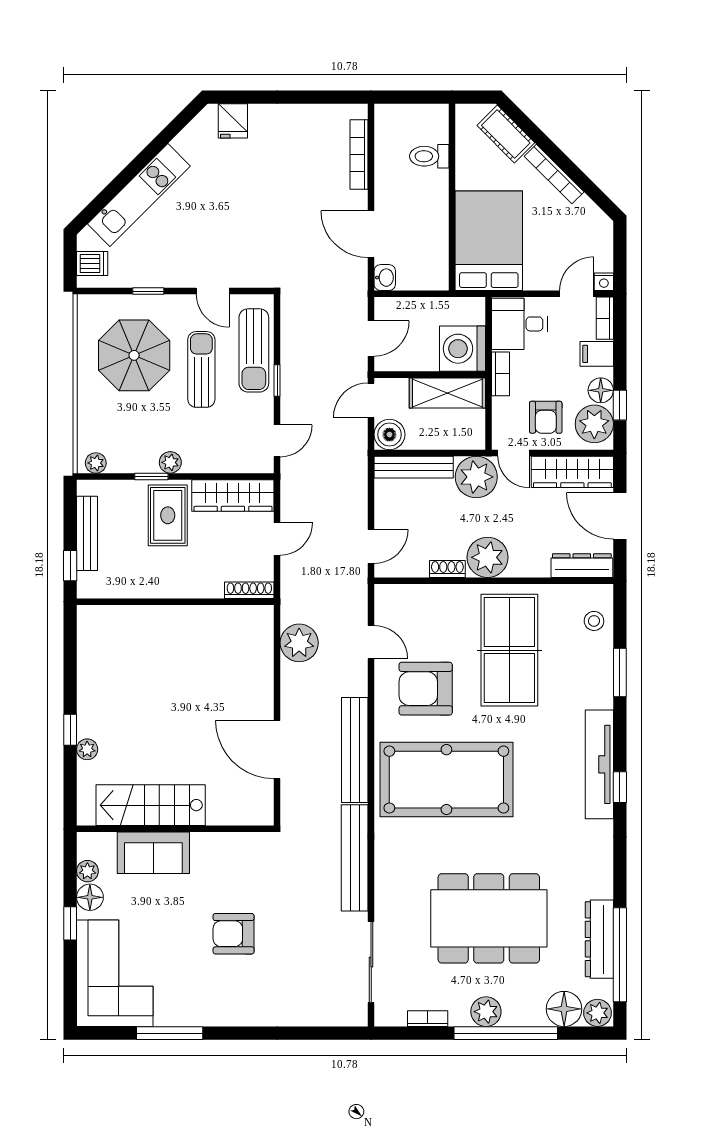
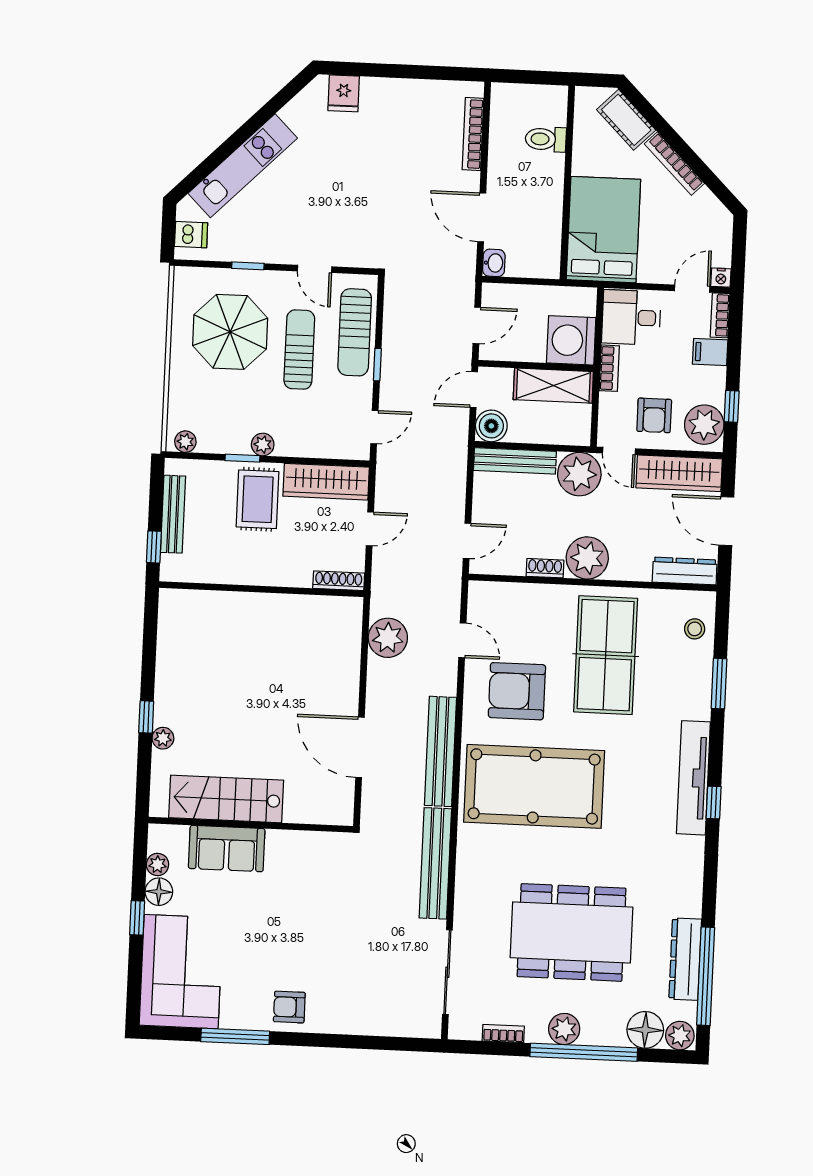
floor lamp: (601, 390) -> (712, 390), removed
armchair: (234, 934) -> (289, 1007), moved, width x0.72, depth x0.72

